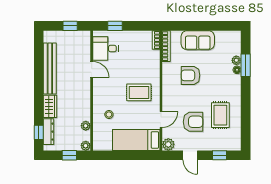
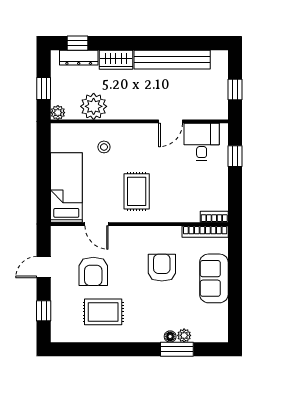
plant: (86, 126) -> (94, 106), width x1.87, depth x1.87
plant: (168, 144) -> (60, 235), removed

